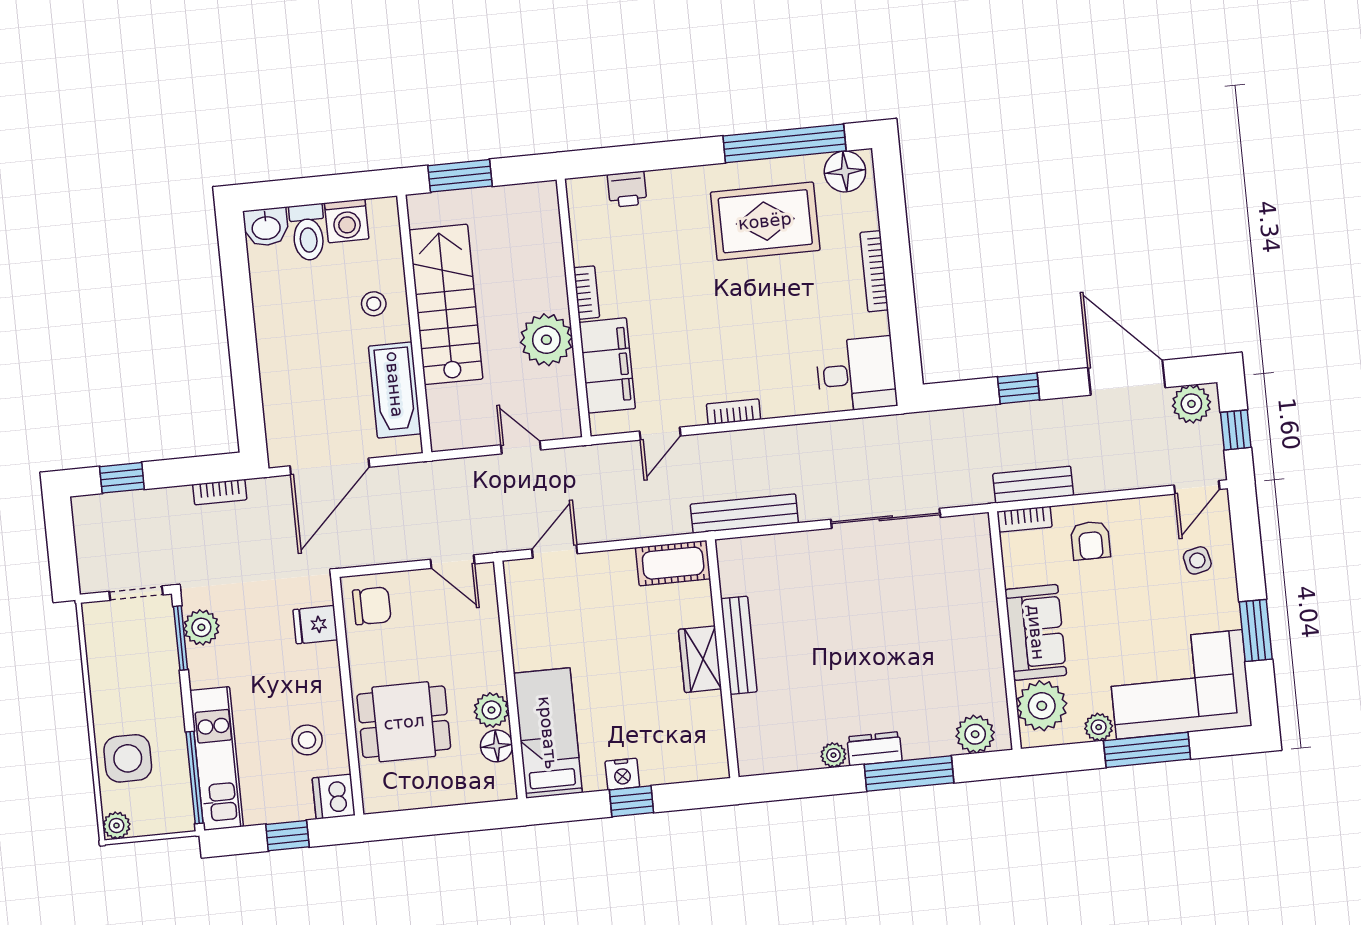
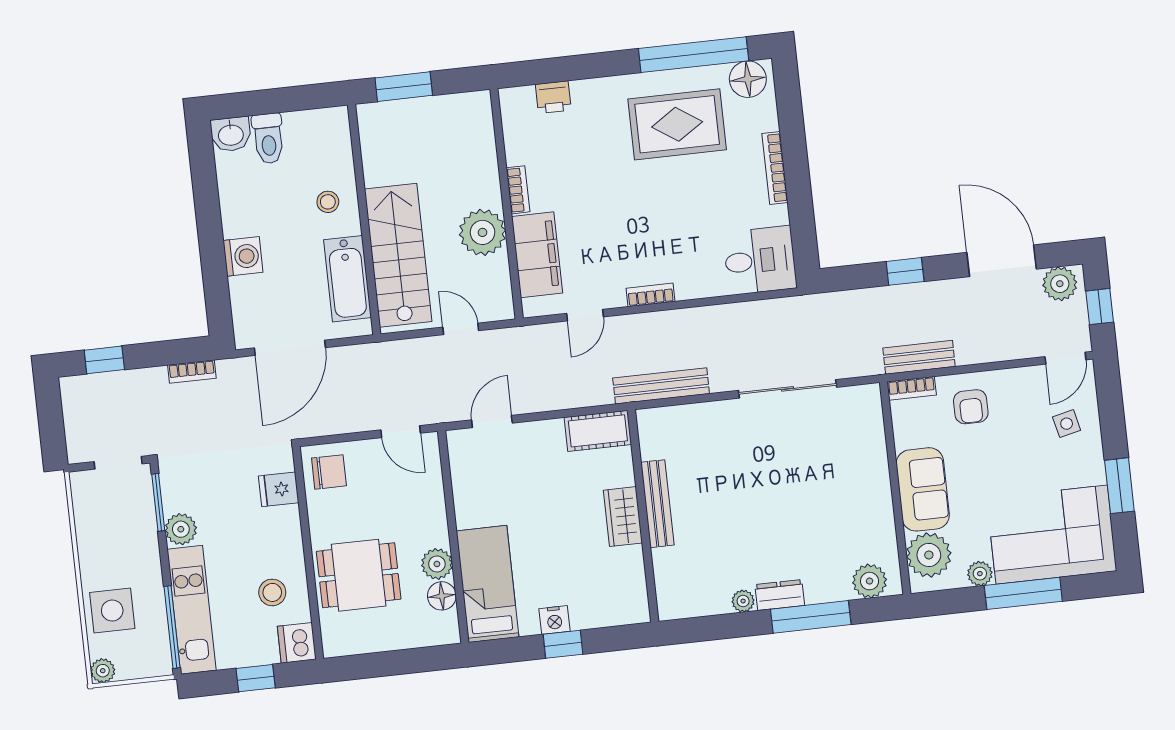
washing machine: (347, 221) -> (243, 256), moved, turned -90
stairs: (446, 304) -> (398, 255), moved
plant: (201, 627) -> (181, 529), moved

